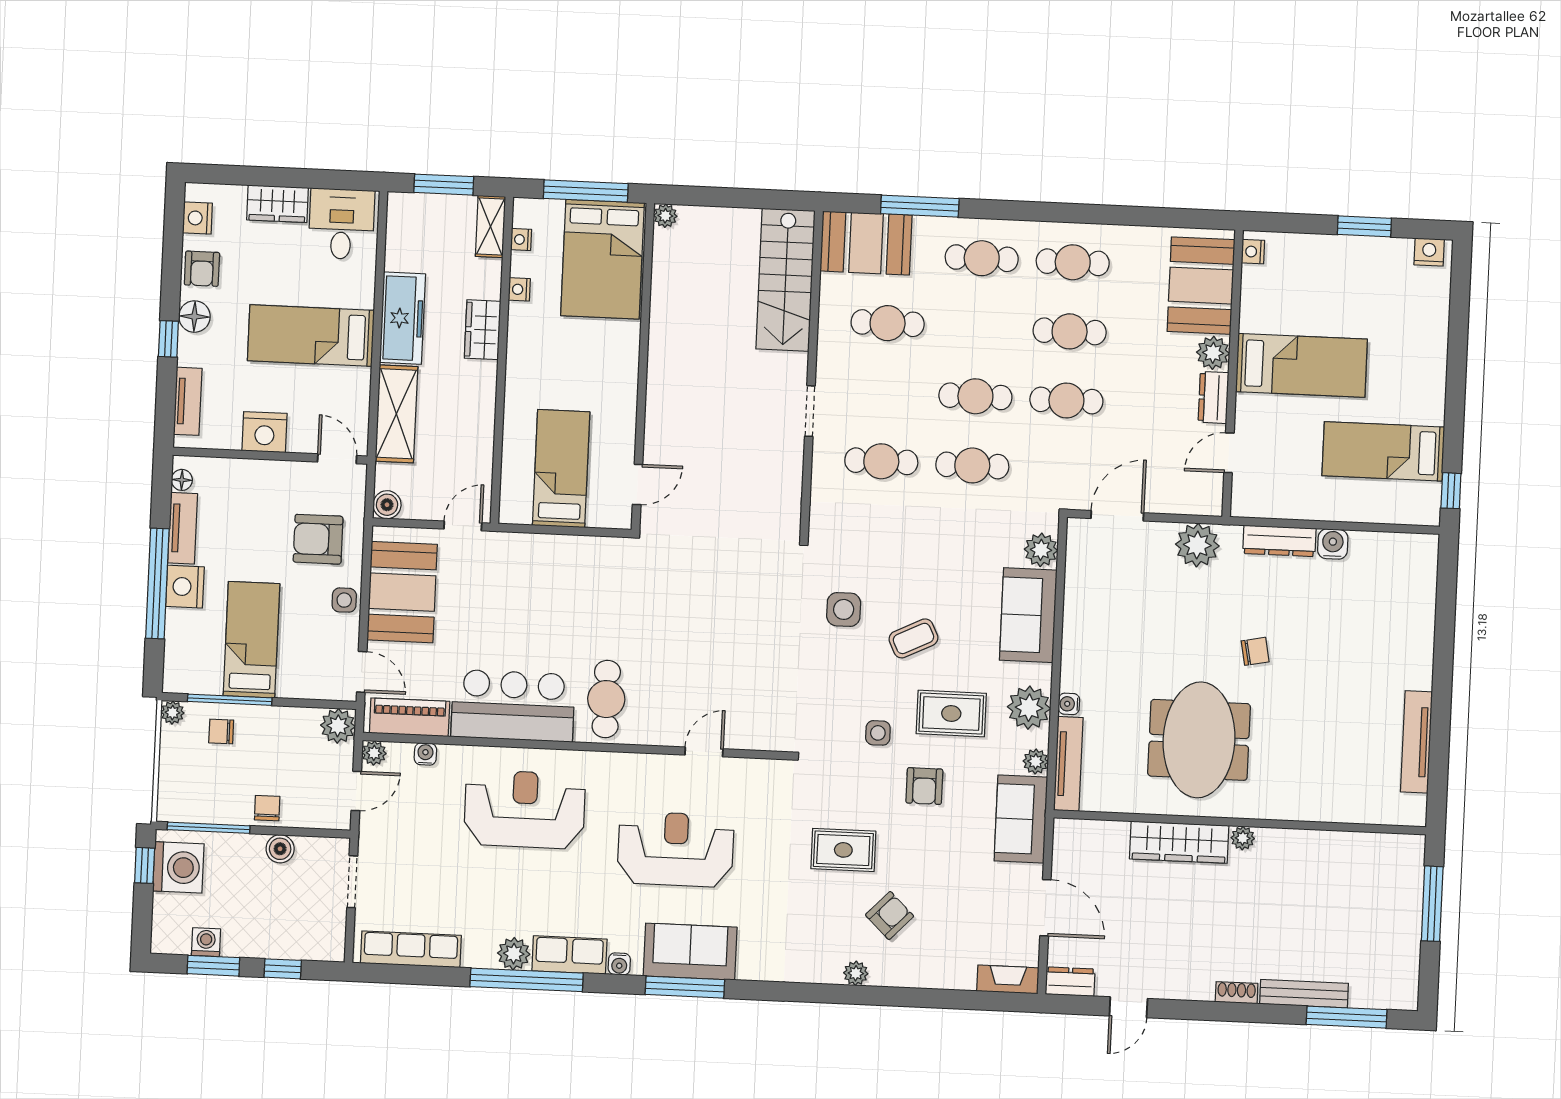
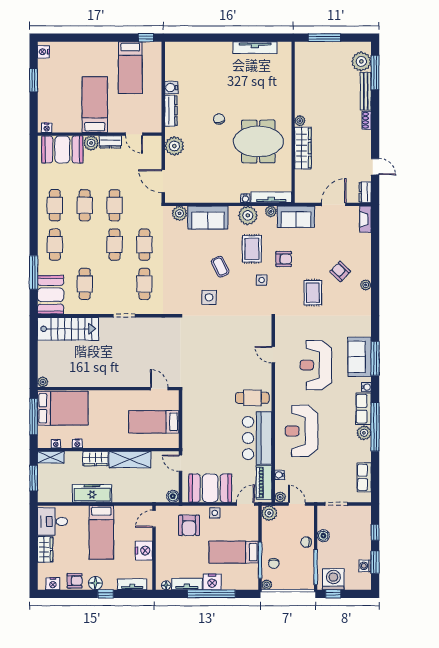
shelving: (396, 414) -> (130, 460), moved
row of seats: (411, 949) -> (364, 477), width x0.68
plant: (1373, 987) -> (361, 61), added

